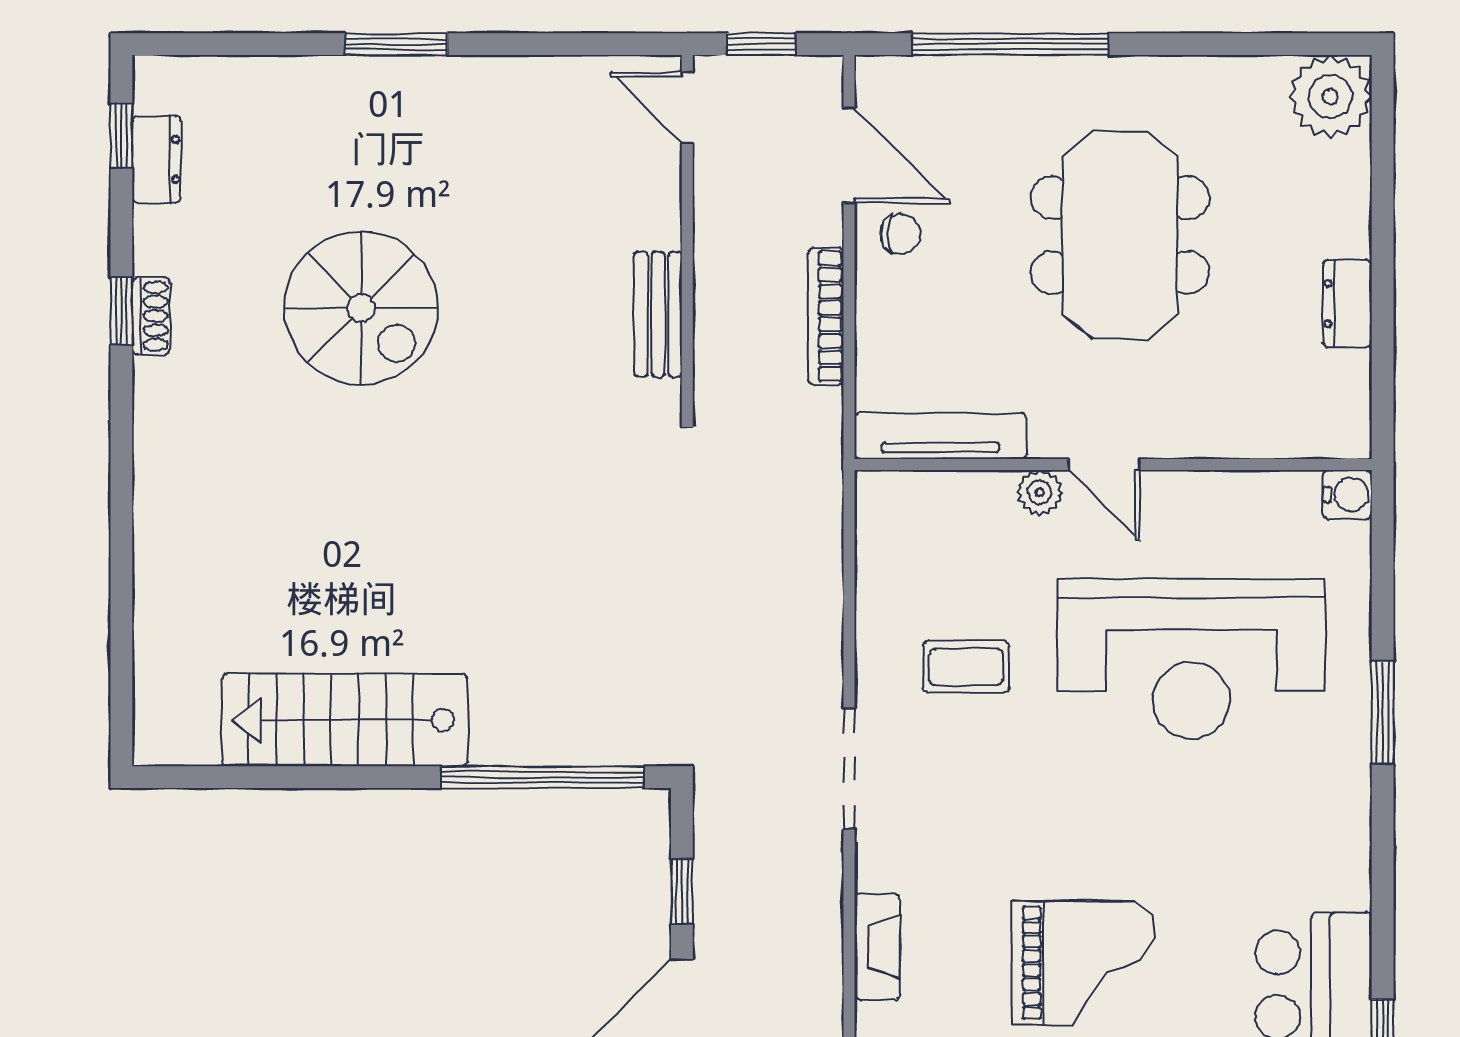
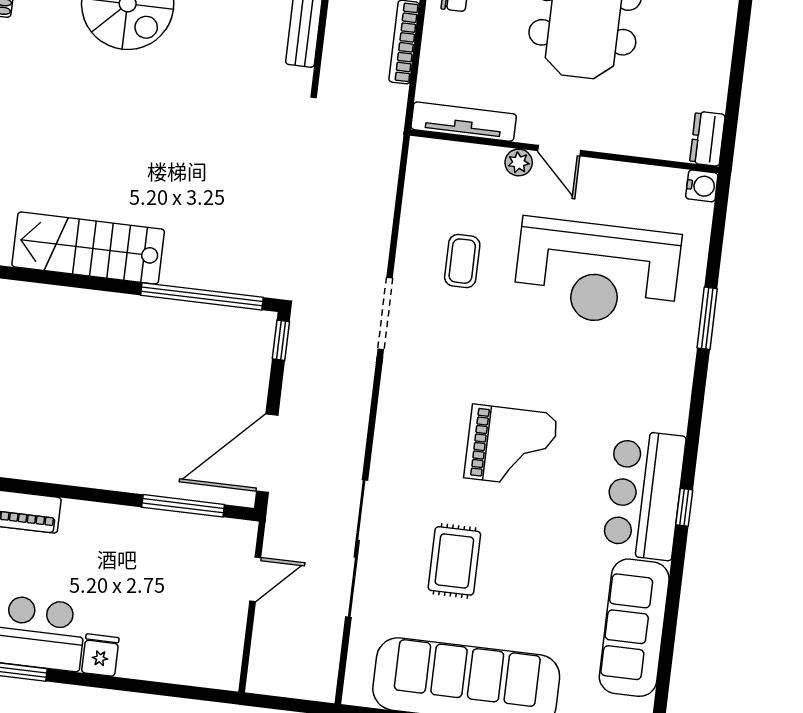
dresser: (1347, 304) -> (707, 139), moved
coffee table: (966, 667) -> (462, 261), turned 90
window: (682, 891) -> (281, 340), moved
fireplace: (877, 947) -> (389, 421), removed

